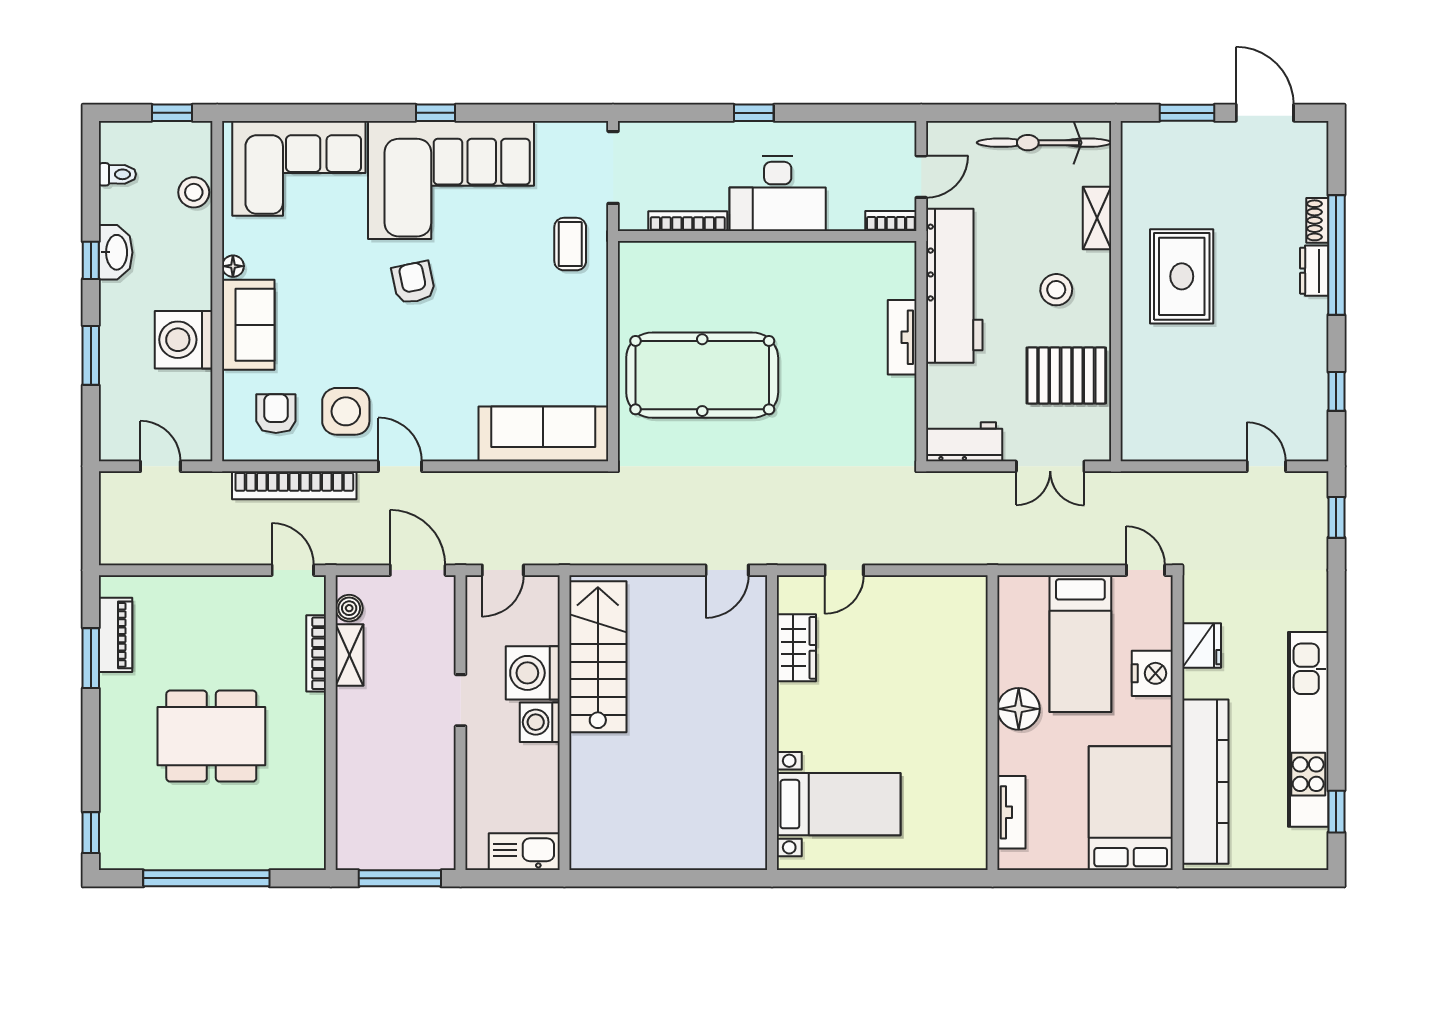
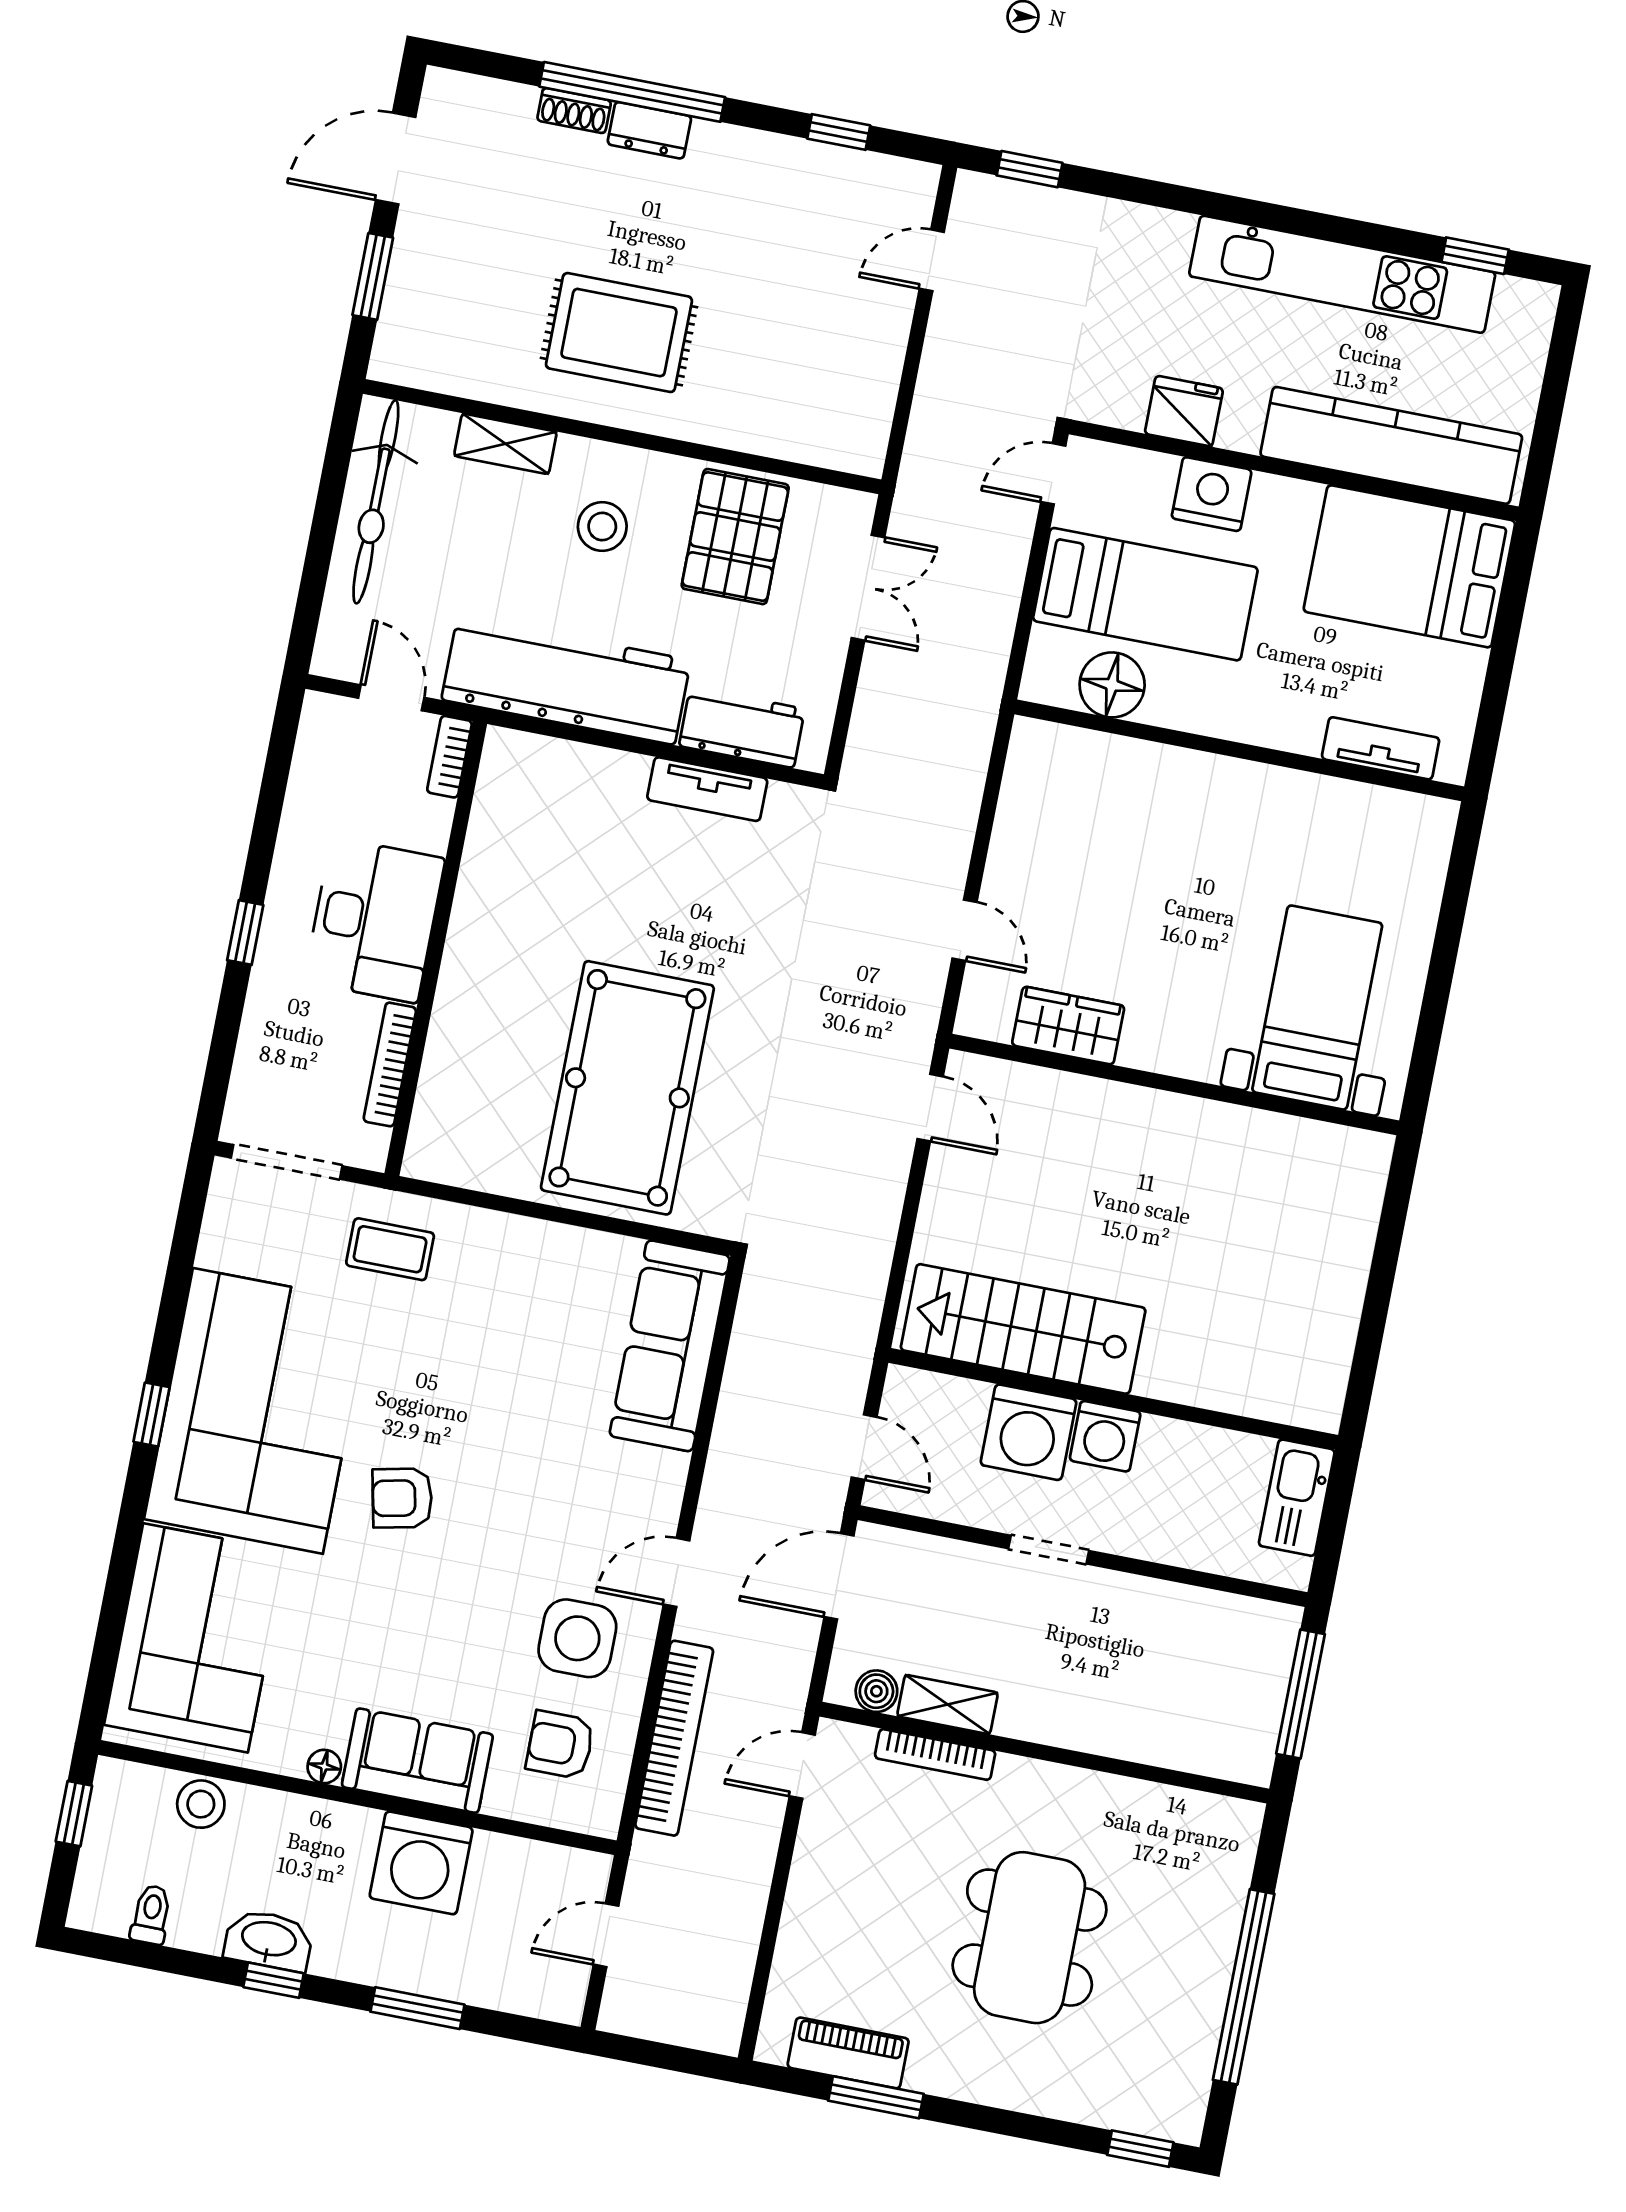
tv unit: (902, 337) -> (707, 789), moved
workbench: (964, 442) -> (742, 727), moved, turned 90
floor lamp: (1019, 709) -> (1112, 685), moved

